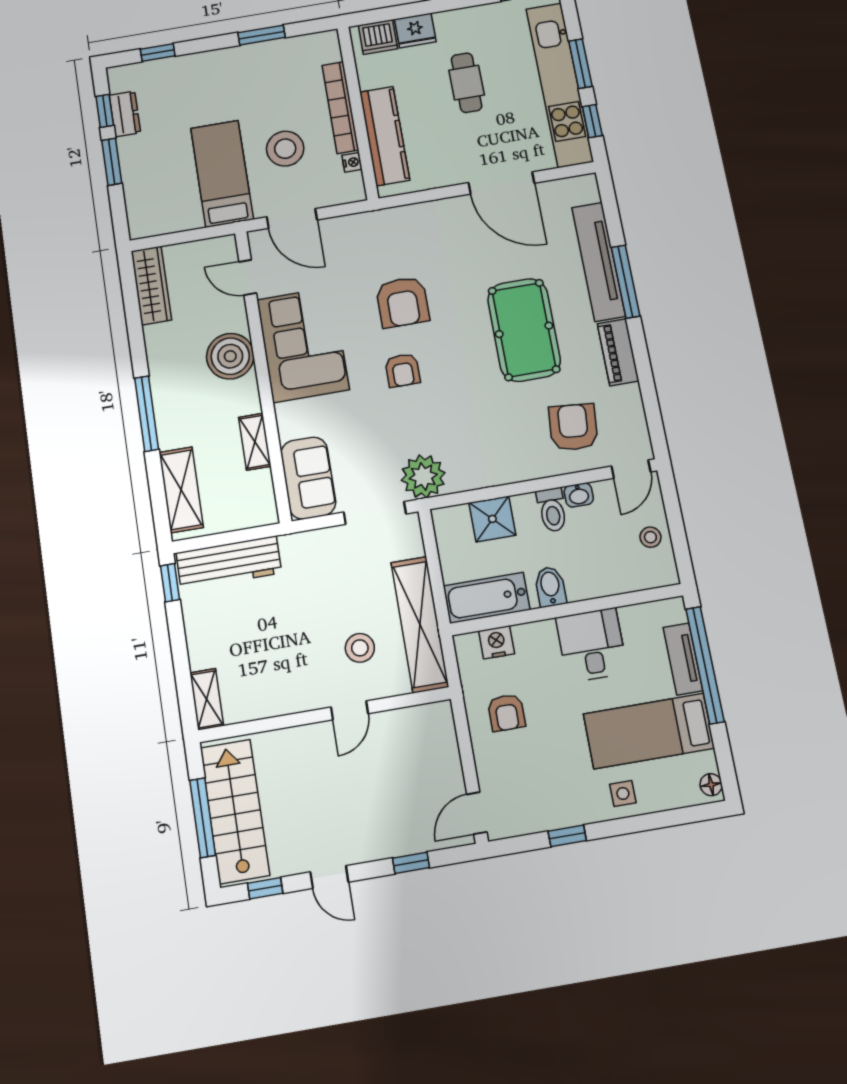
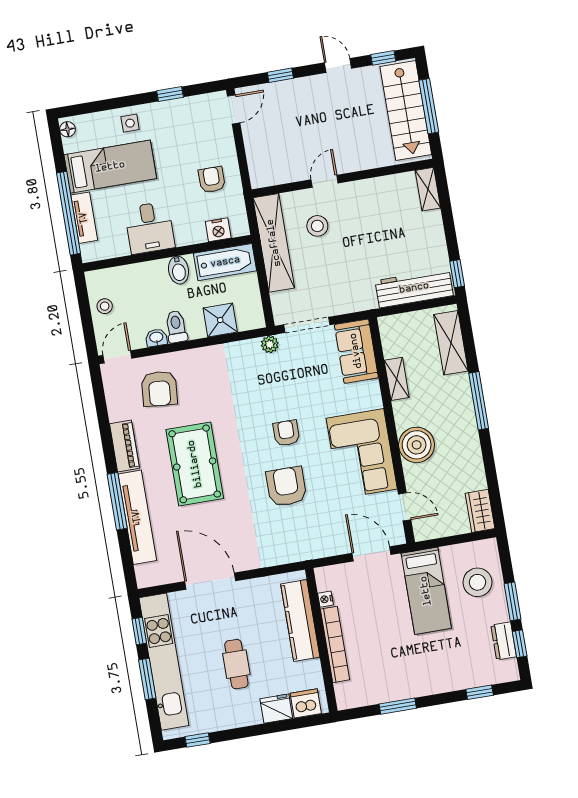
stool: (285, 149) -> (477, 582), moved
wardrobe: (151, 285) -> (480, 511), width x0.67
plant: (423, 477) -> (270, 344), width x0.53, depth x0.53

